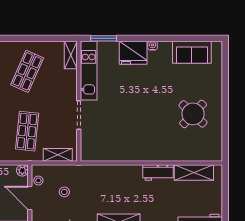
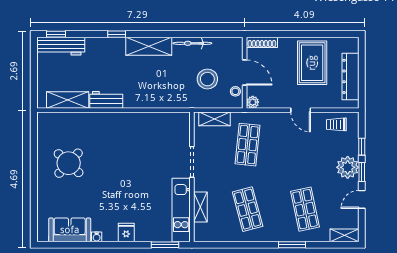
water cooler: (153, 46) -> (97, 237), moved
fridge: (133, 53) -> (126, 232), width x0.53, depth x0.75
shelving: (71, 55) -> (200, 207), moved
shop shelf: (27, 71) -> (248, 209), turned -39
stool: (64, 192) -> (207, 79), width x1.89, depth x1.89

